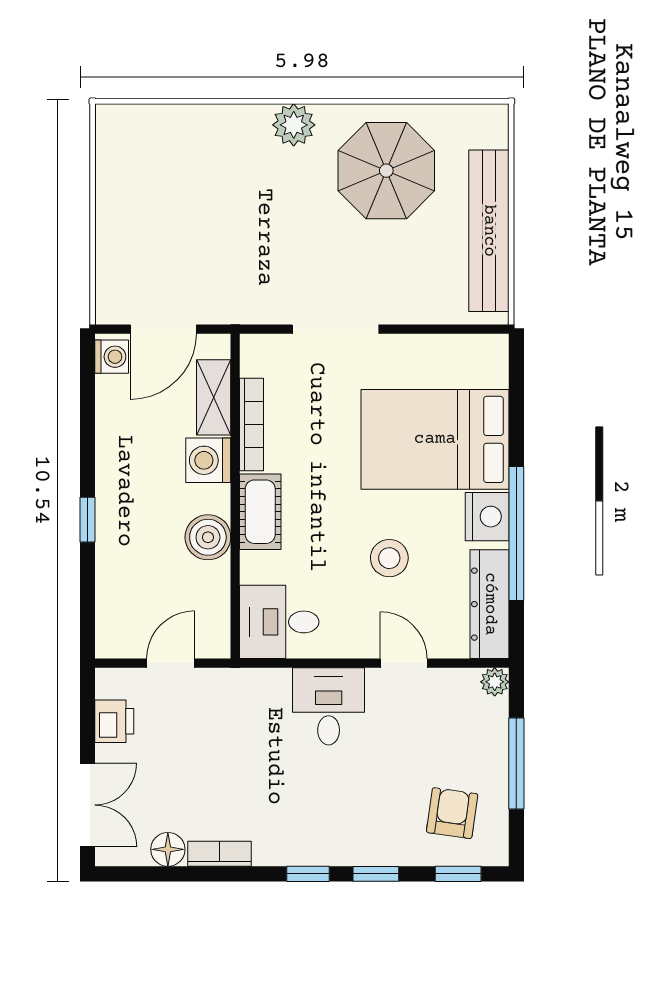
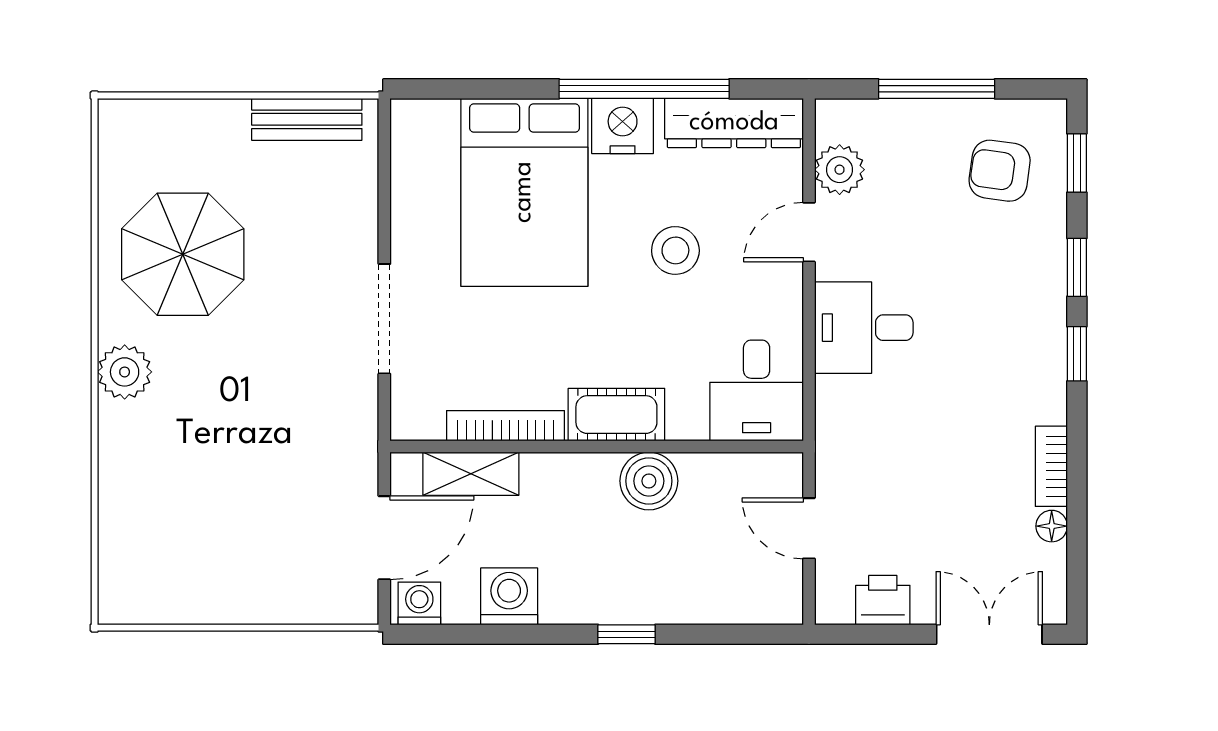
bench: (489, 231) -> (307, 119), width x0.54, depth x0.82
door: (163, 329) -> (384, 538), hinge flipped
washing machine: (208, 460) -> (509, 596), moved, turned 180
plant: (495, 682) -> (840, 170), moved, width x1.38, depth x1.38
floor lamp: (168, 849) -> (1052, 526), width x0.73, depth x0.73

